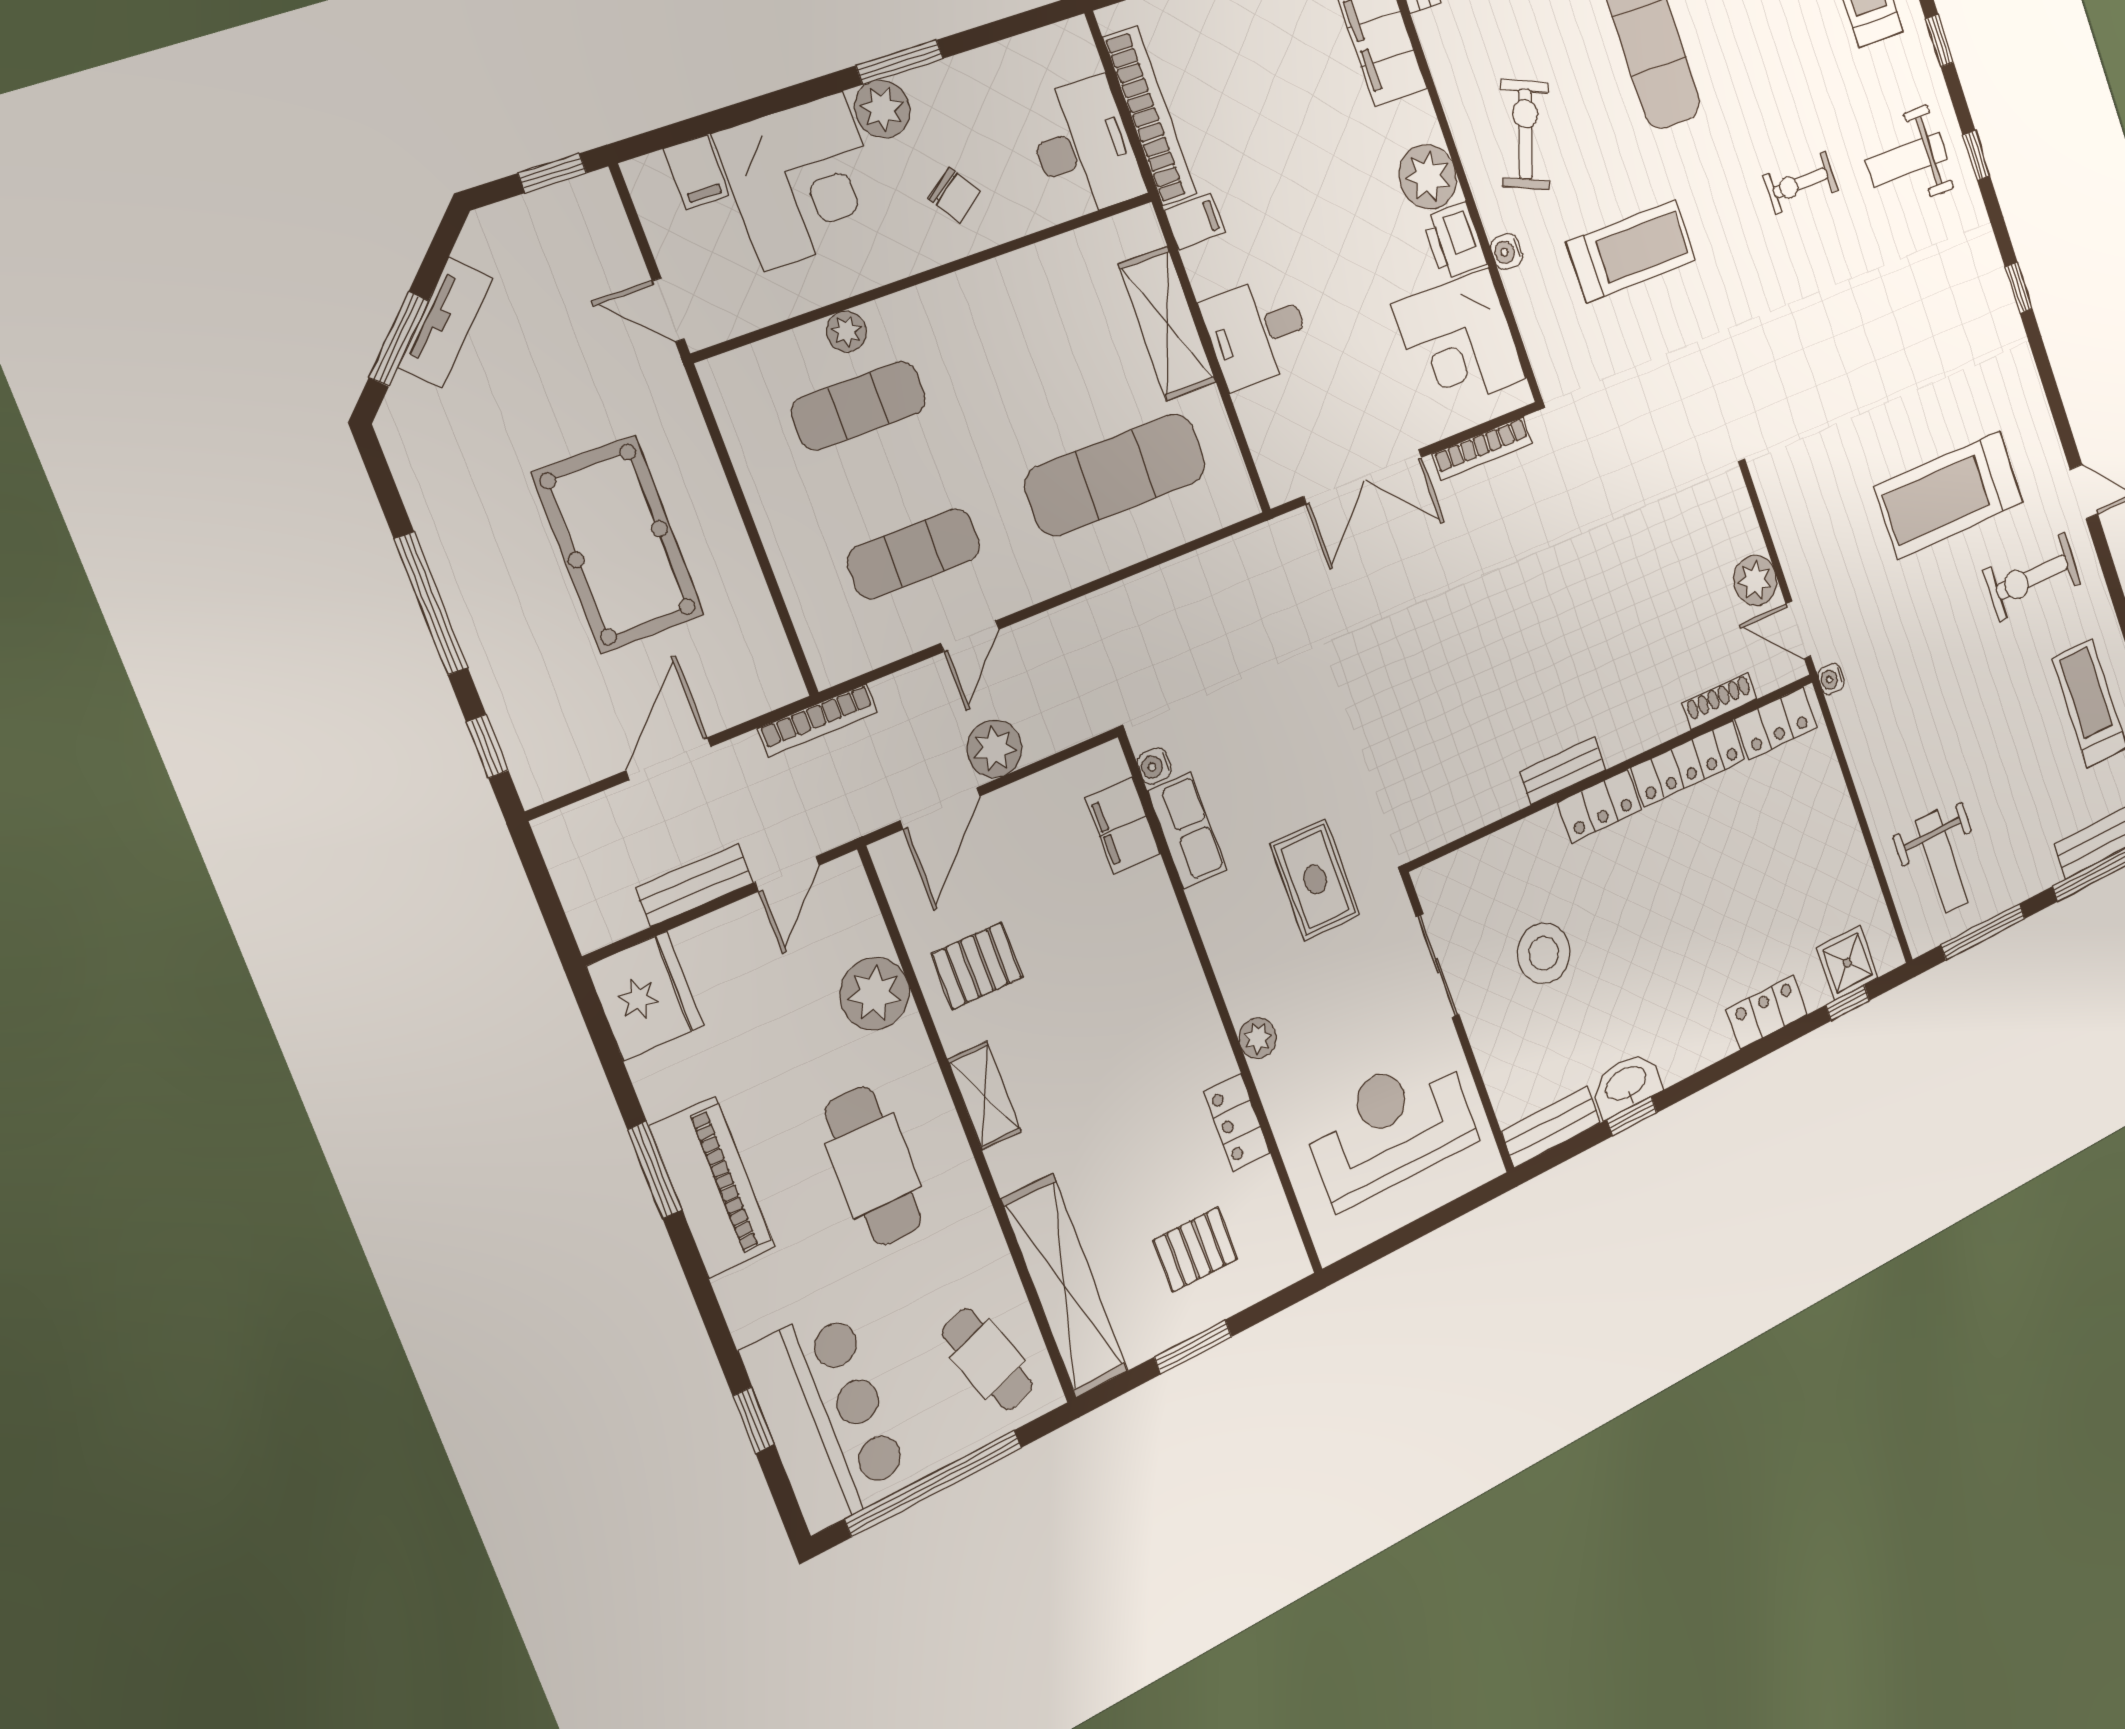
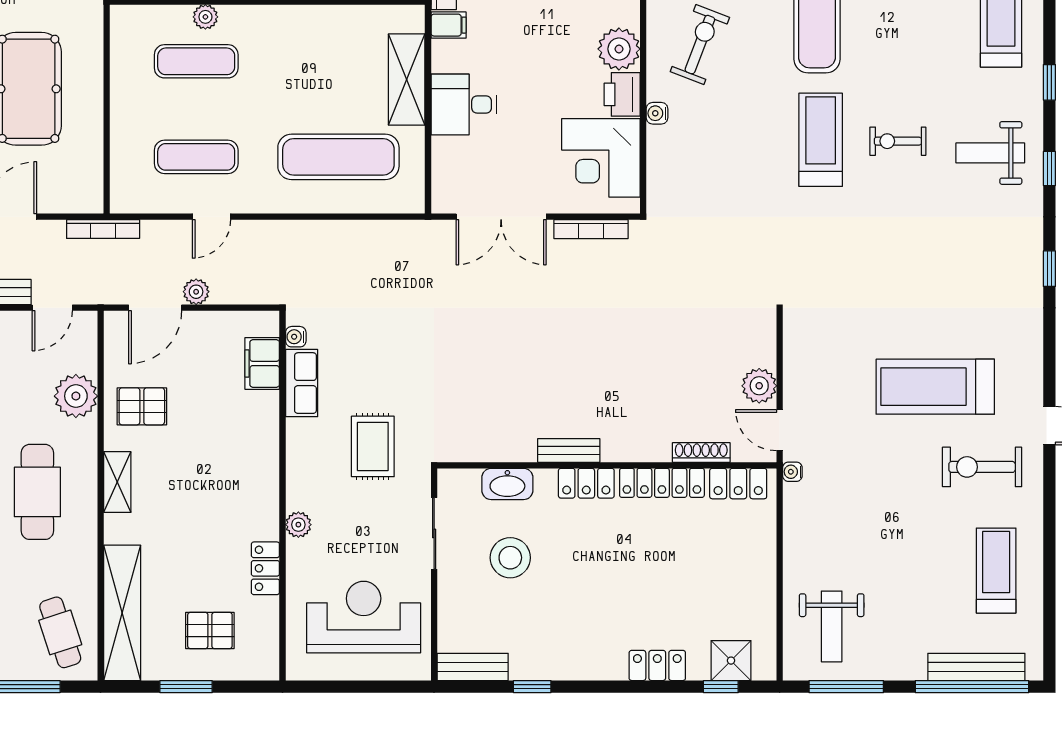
treadmill: (1631, 251) -> (821, 140), moved, turned -90
plant: (994, 749) -> (196, 292), width x0.73, depth x0.73
washbasin: (1626, 1084) -> (507, 484), moved, turned 180

